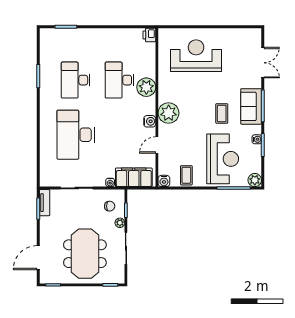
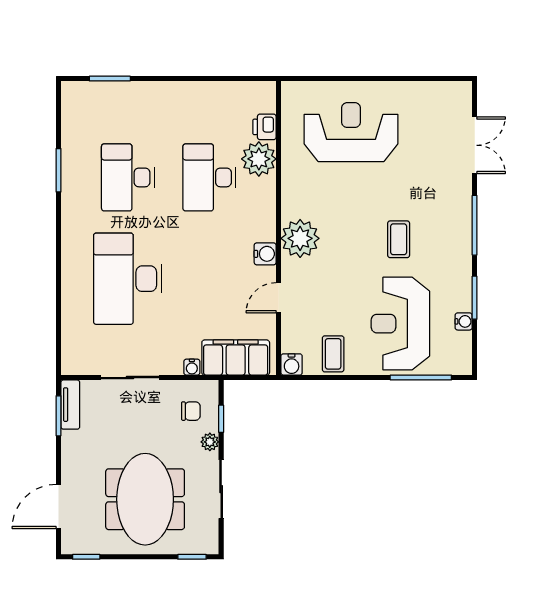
printer: (149, 35) -> (264, 127), moved
plant: (146, 87) -> (259, 159), moved
sofa: (251, 106) -> (453, 226), removed
water cooler: (257, 139) -> (464, 321), moved
reception desk: (223, 159) -> (400, 324), turned 180
plant: (255, 180) -> (460, 363), removed

